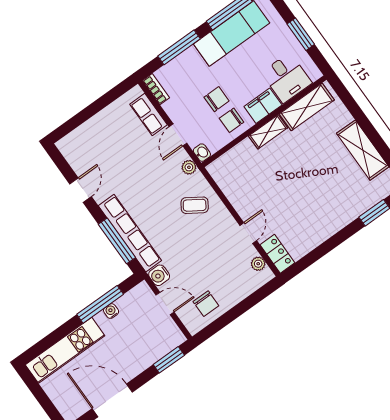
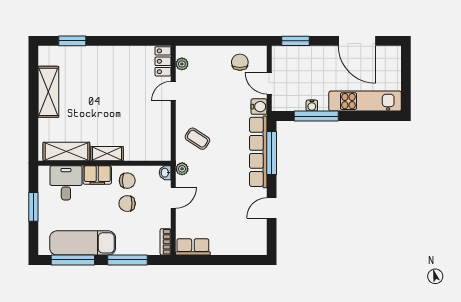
row of seats: (148, 114) -> (193, 247), moved, turned -90

